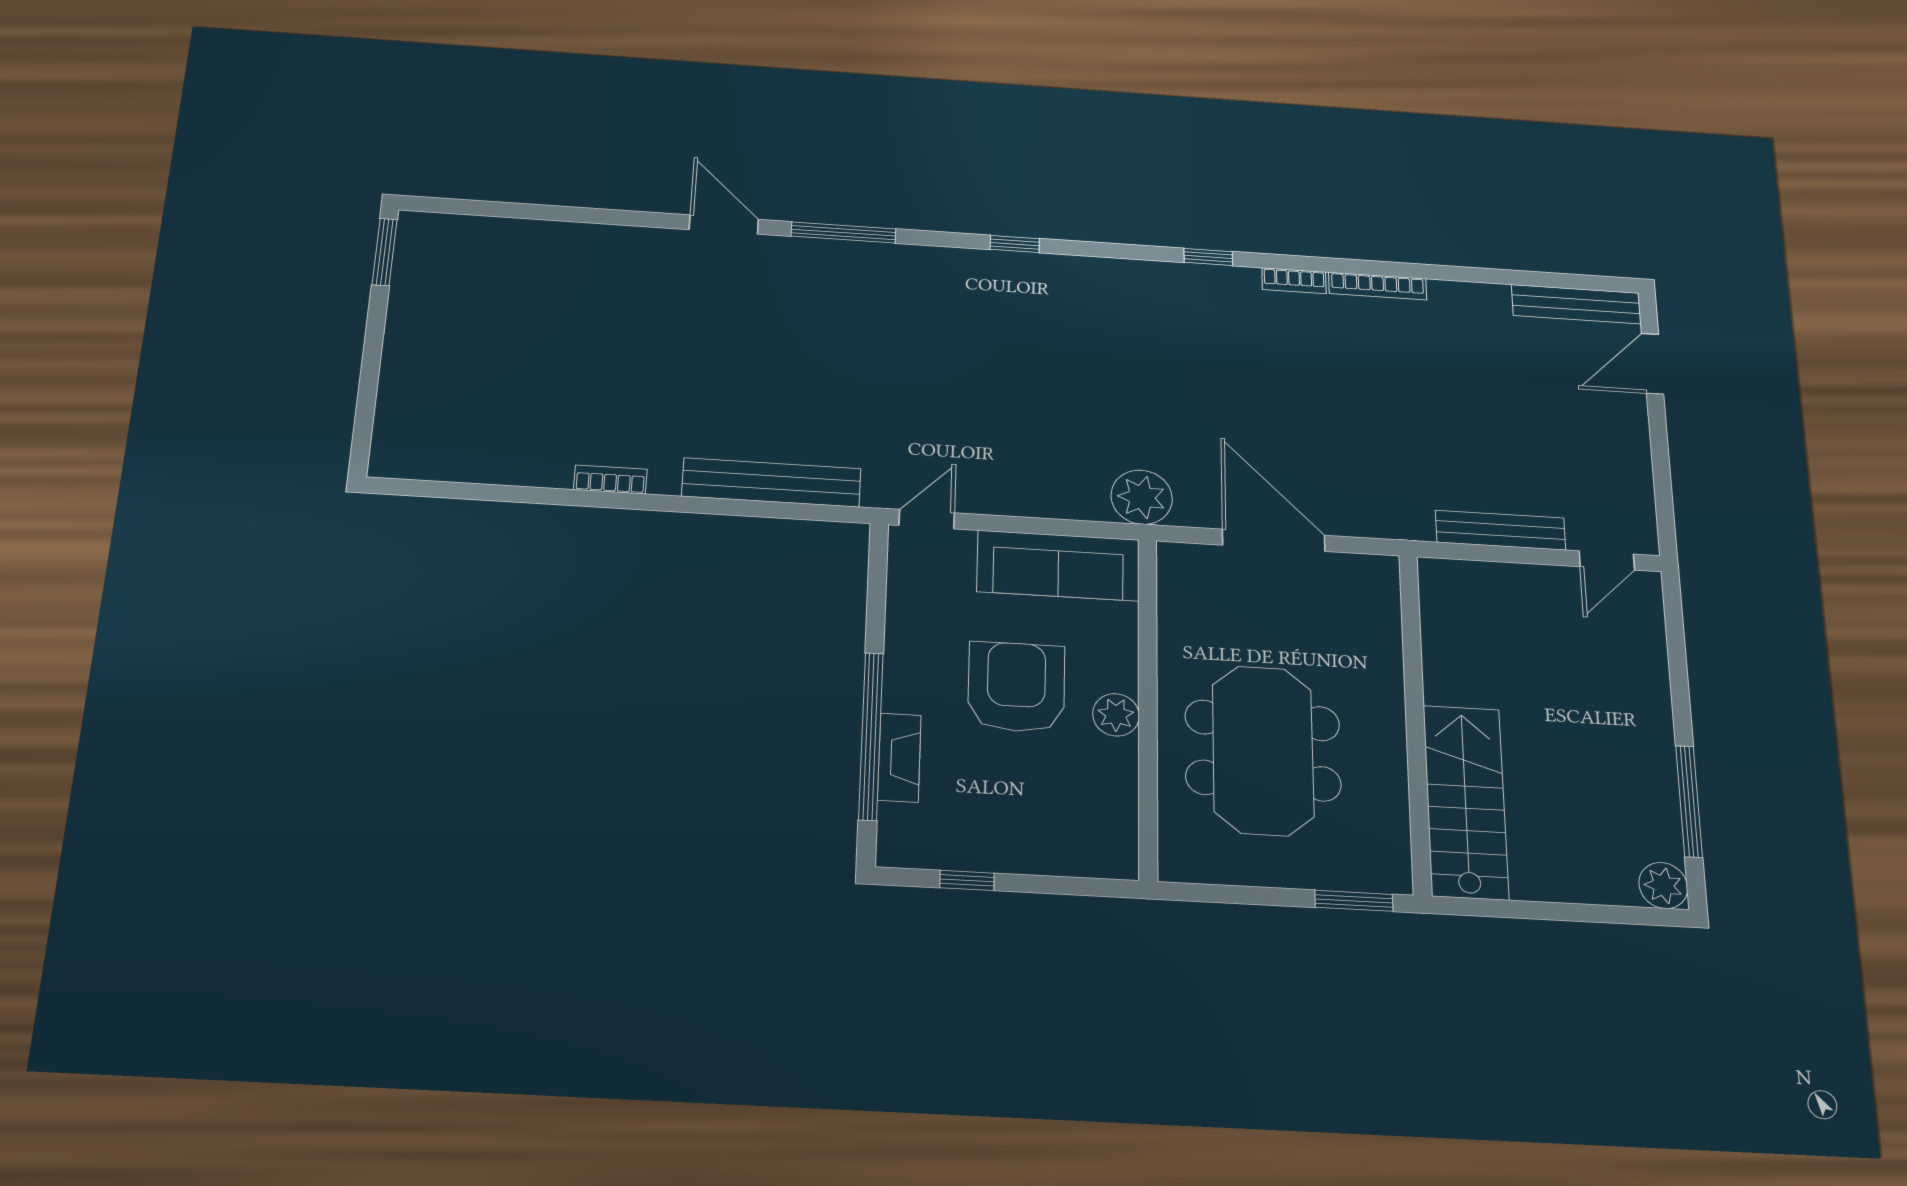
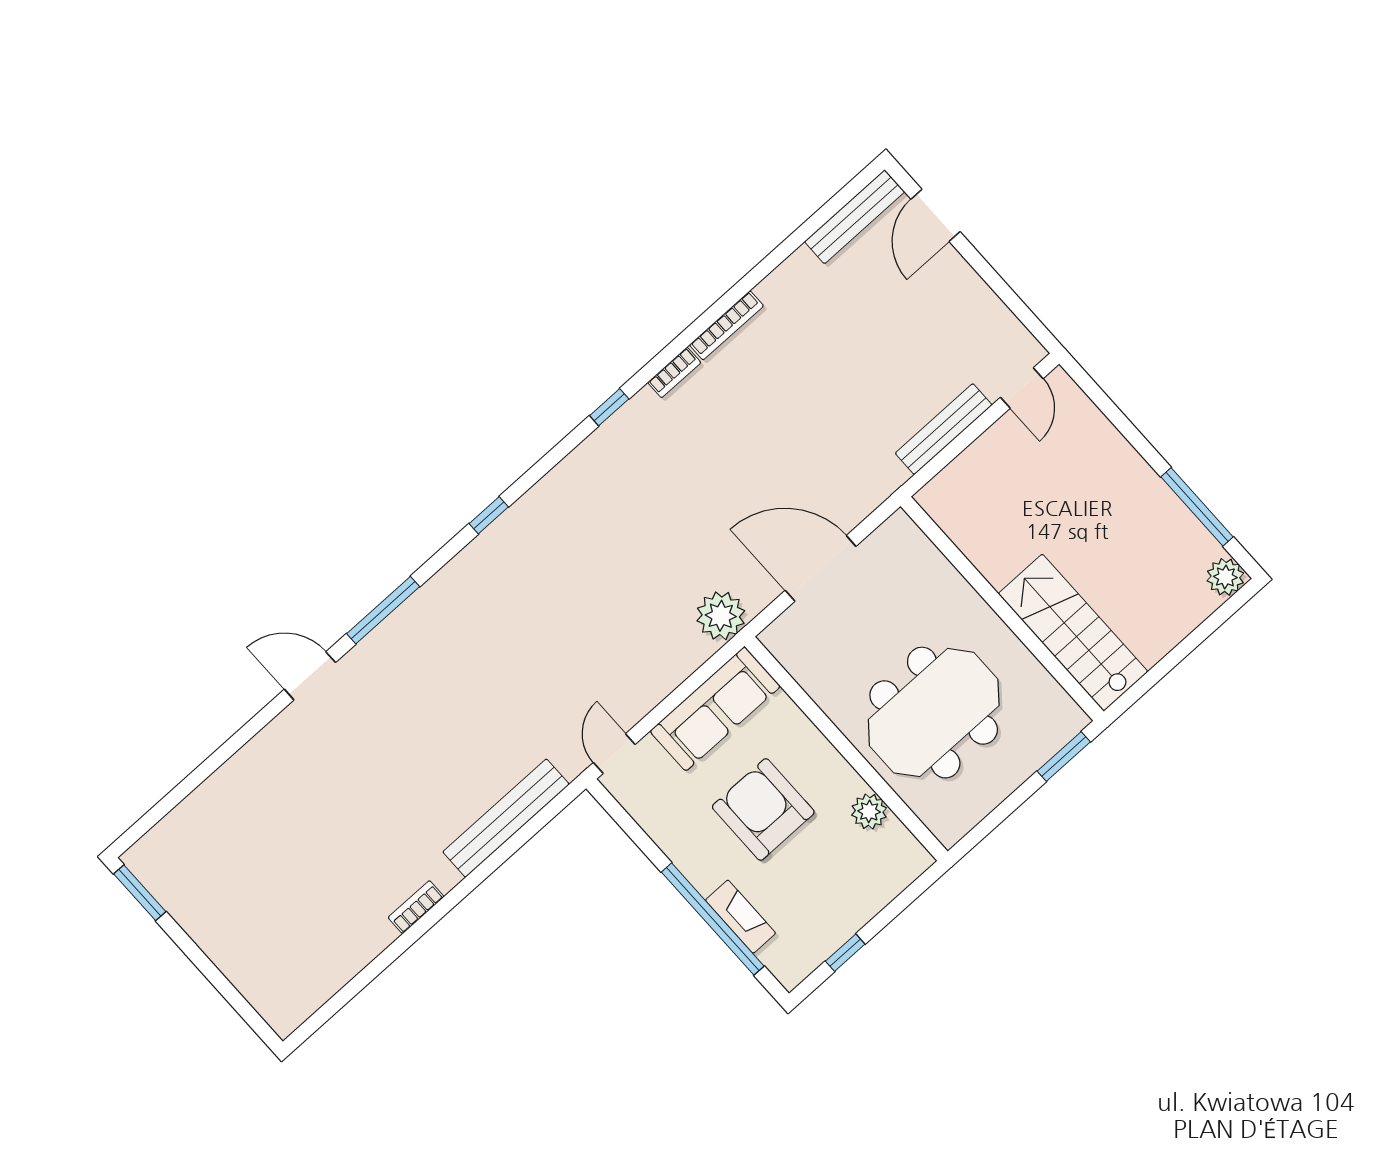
plant: (1116, 715) -> (869, 811), moved
meeting table: (1263, 750) -> (934, 713), turned 90

